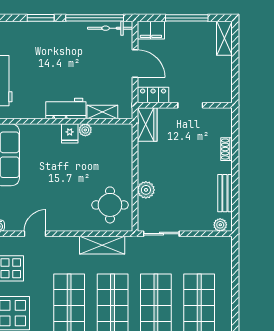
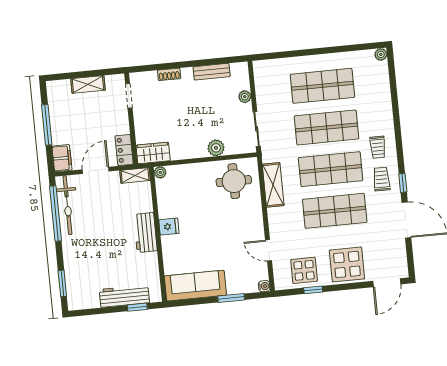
window: (41, 18) -> (62, 283), moved
bicycle: (110, 28) -> (67, 205), width x1.37, depth x1.40
shelving: (224, 38) -> (88, 84), moved
doorway: (190, 105) -> (129, 96), moved
shelving: (102, 112) -> (135, 175), moved, turned 90
plant: (85, 130) -> (160, 172), moved
plant: (220, 225) -> (245, 97), moved

